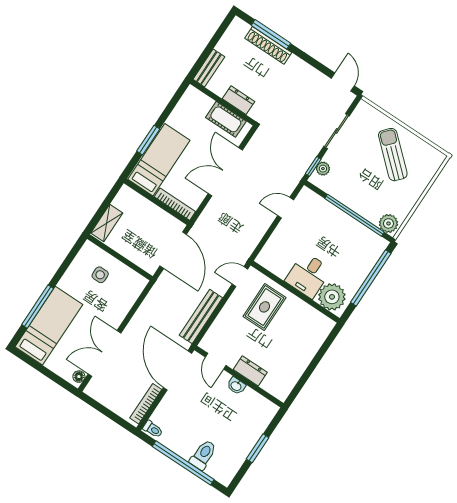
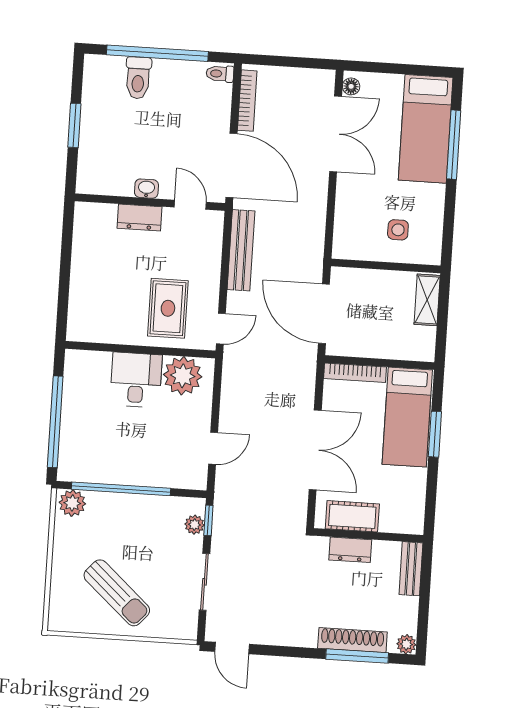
plant: (237, 24) -> (406, 644), added
plant: (332, 297) -> (183, 376), moved

